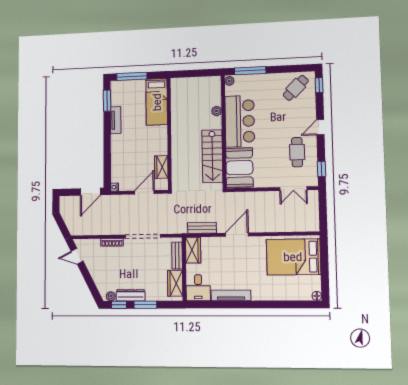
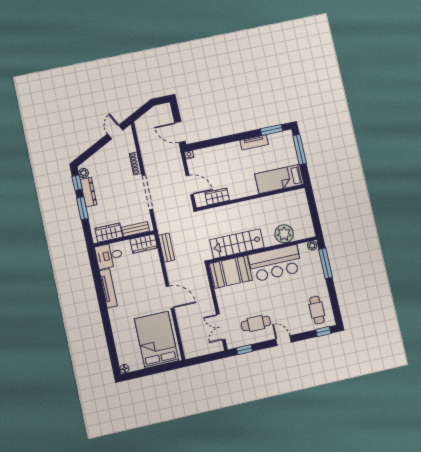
cafe table: (296, 88) -> (317, 310), turned 45
plant: (217, 111) -> (284, 234), width x1.88, depth x1.88
door: (237, 235) -> (170, 297), moved

